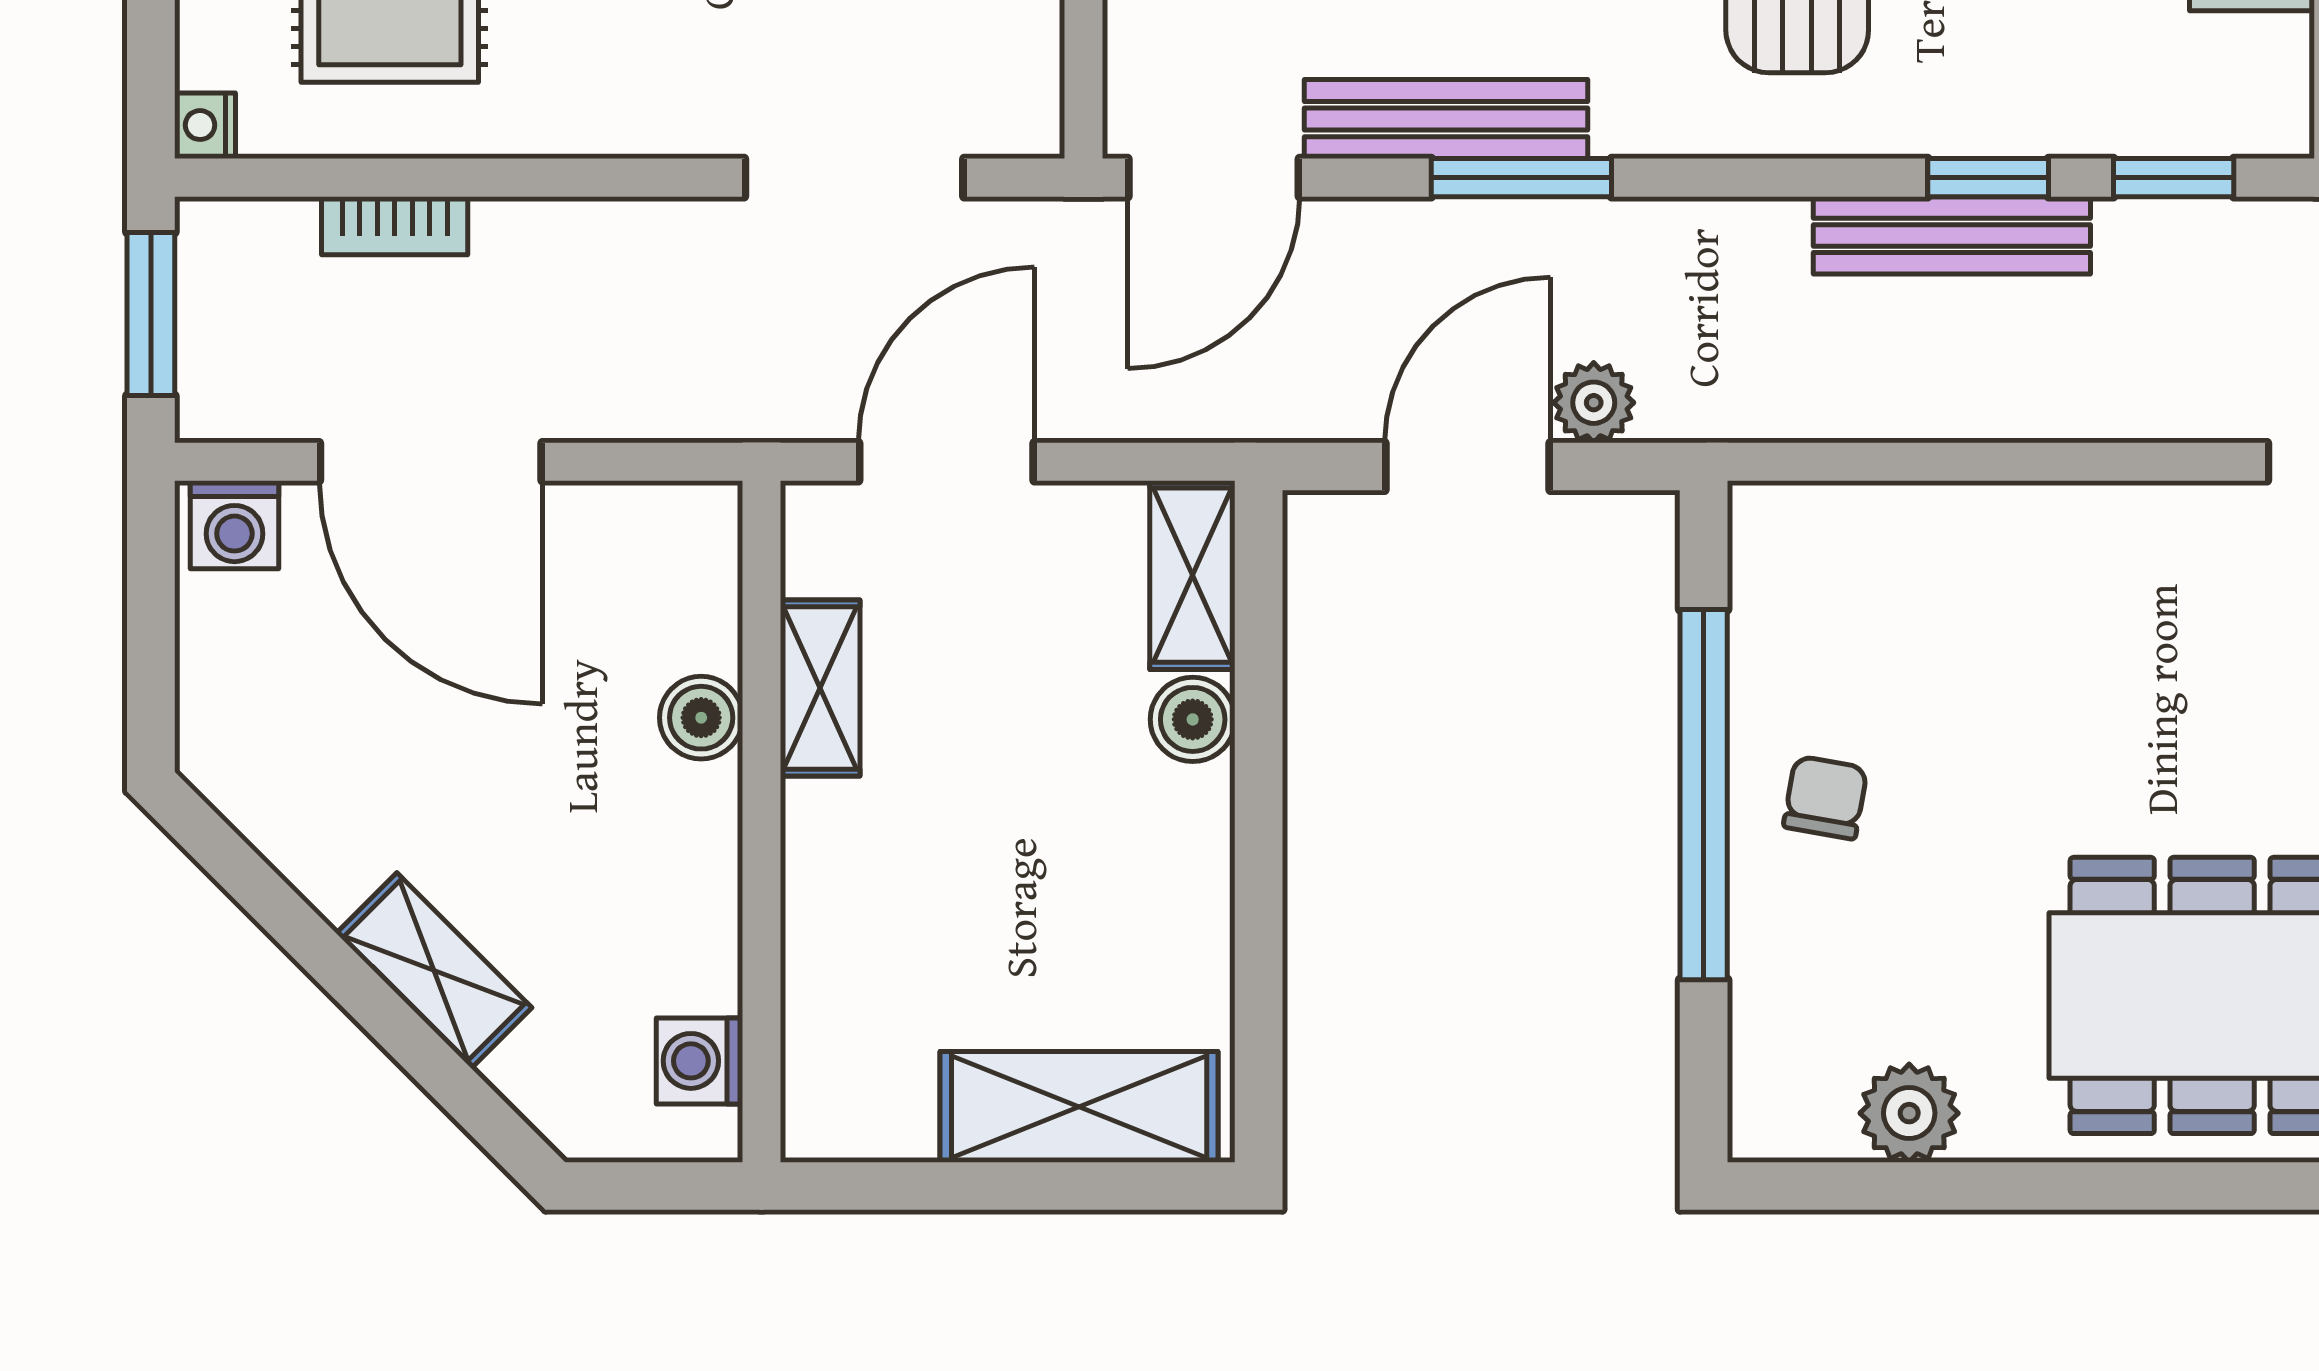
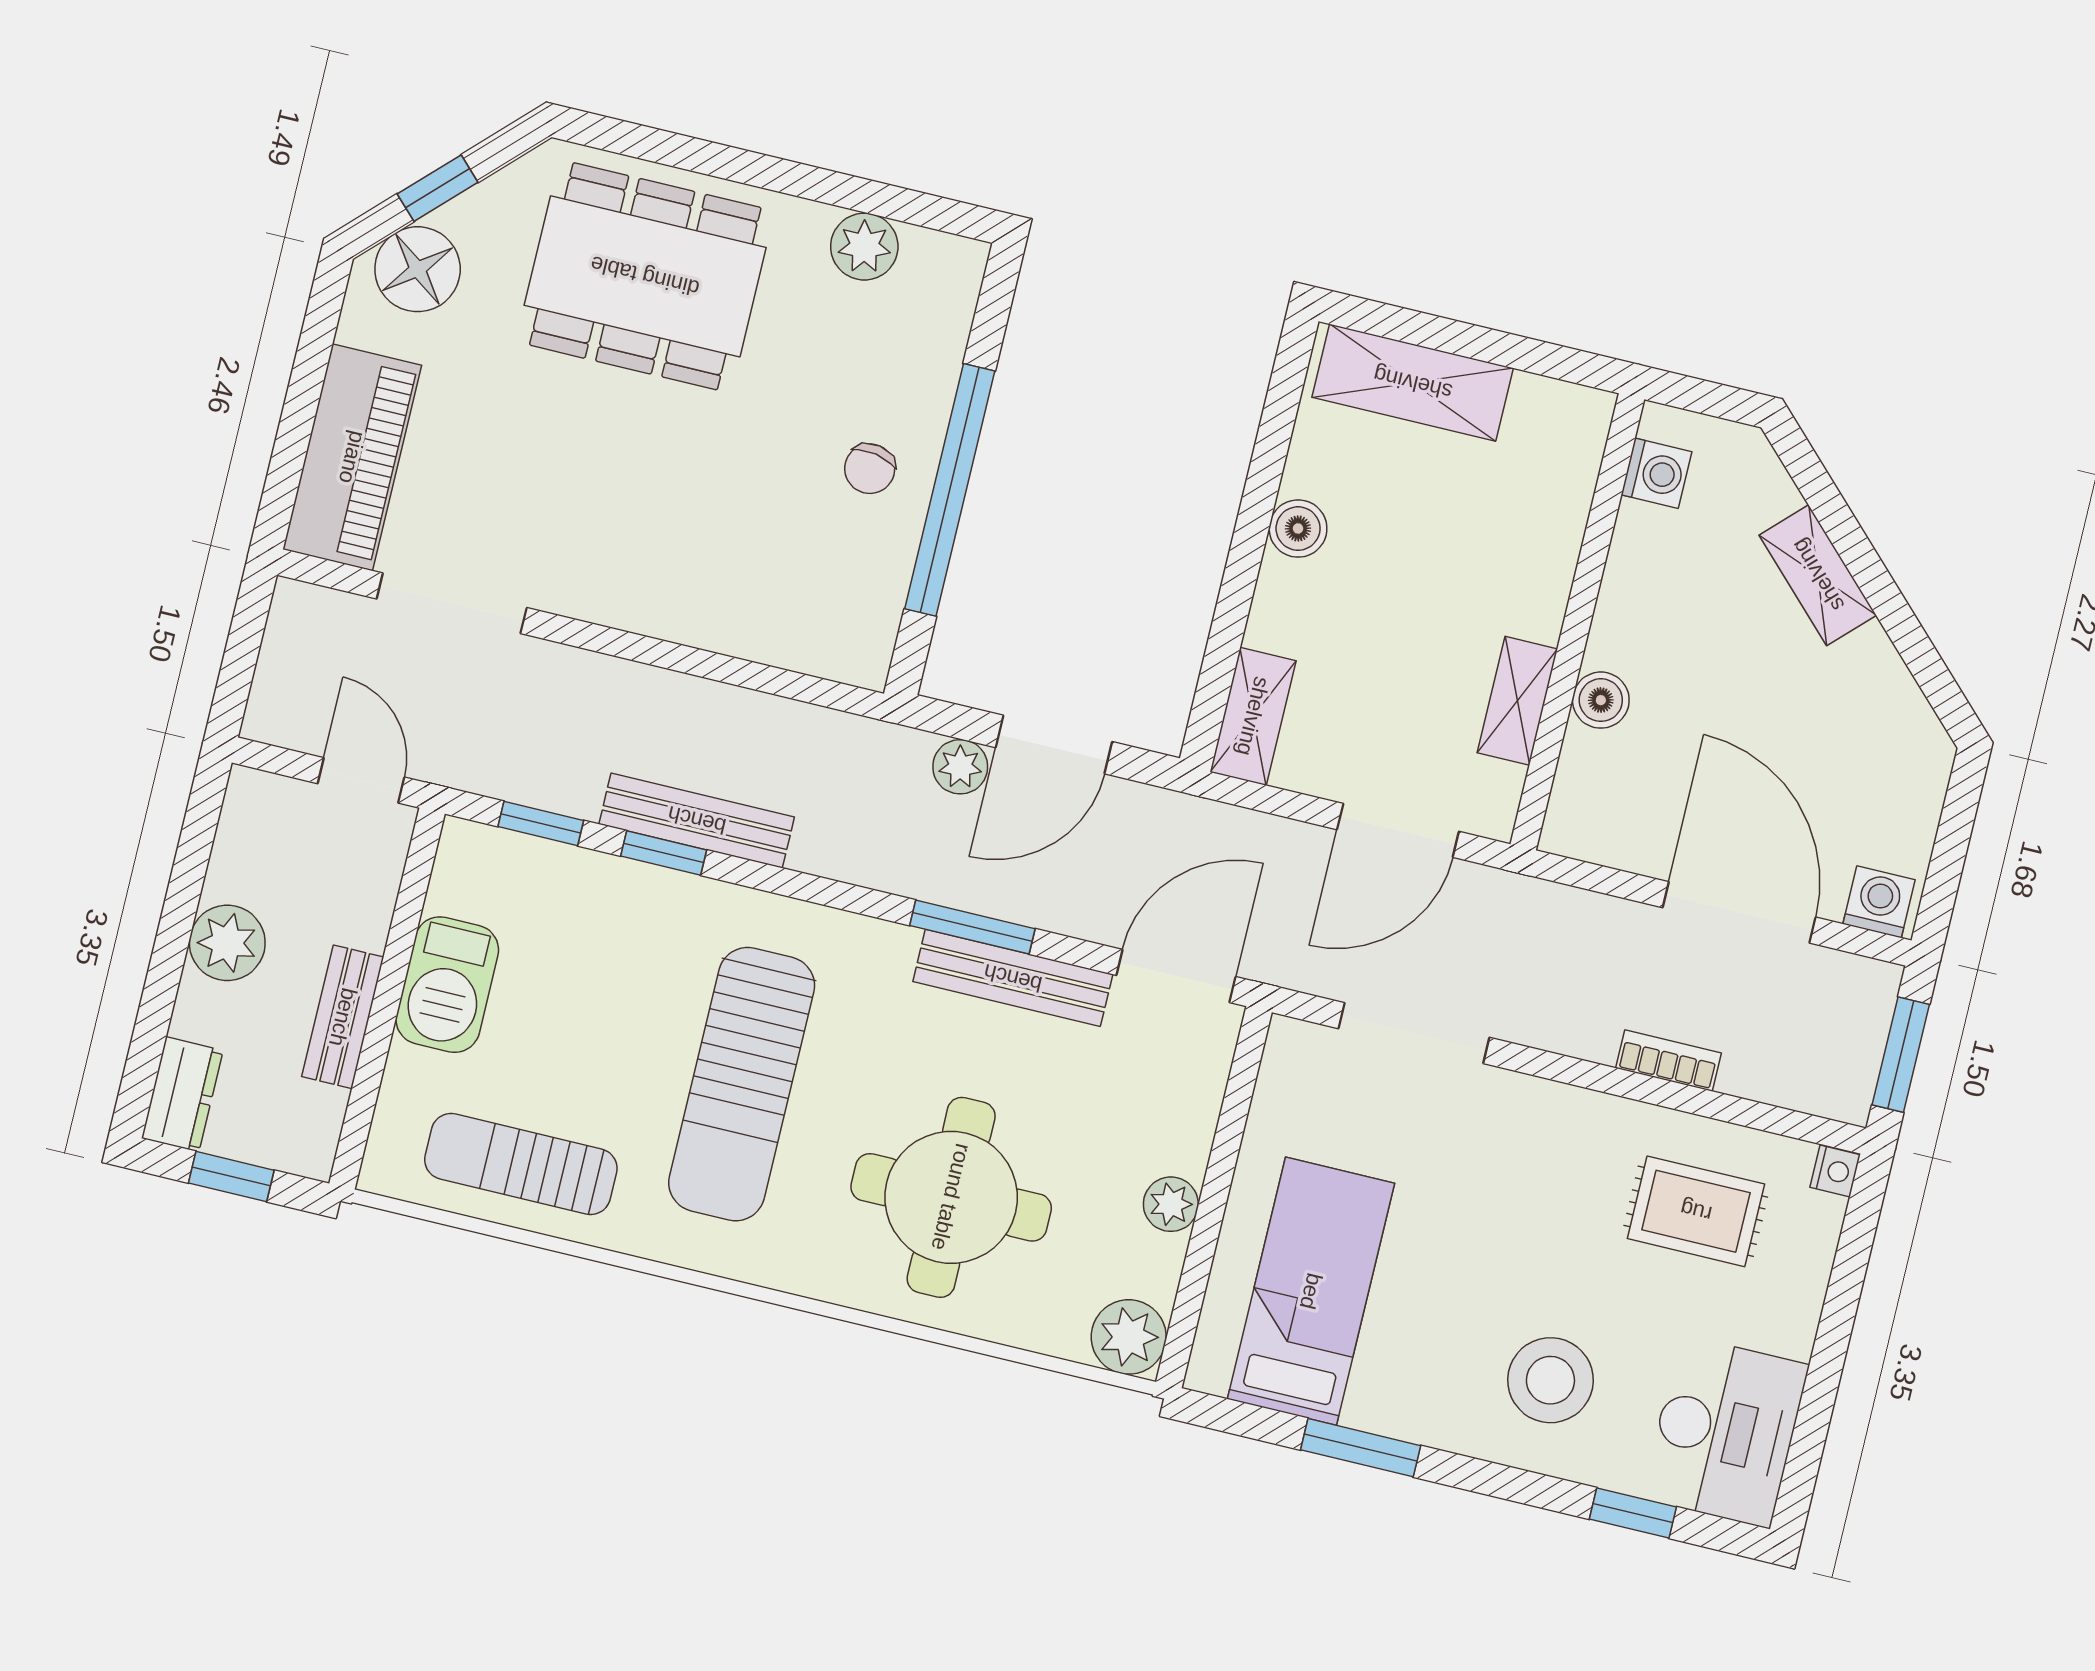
bookcase: (395, 226) -> (1668, 1061), moved
boiler: (1193, 719) -> (1298, 529), moved

